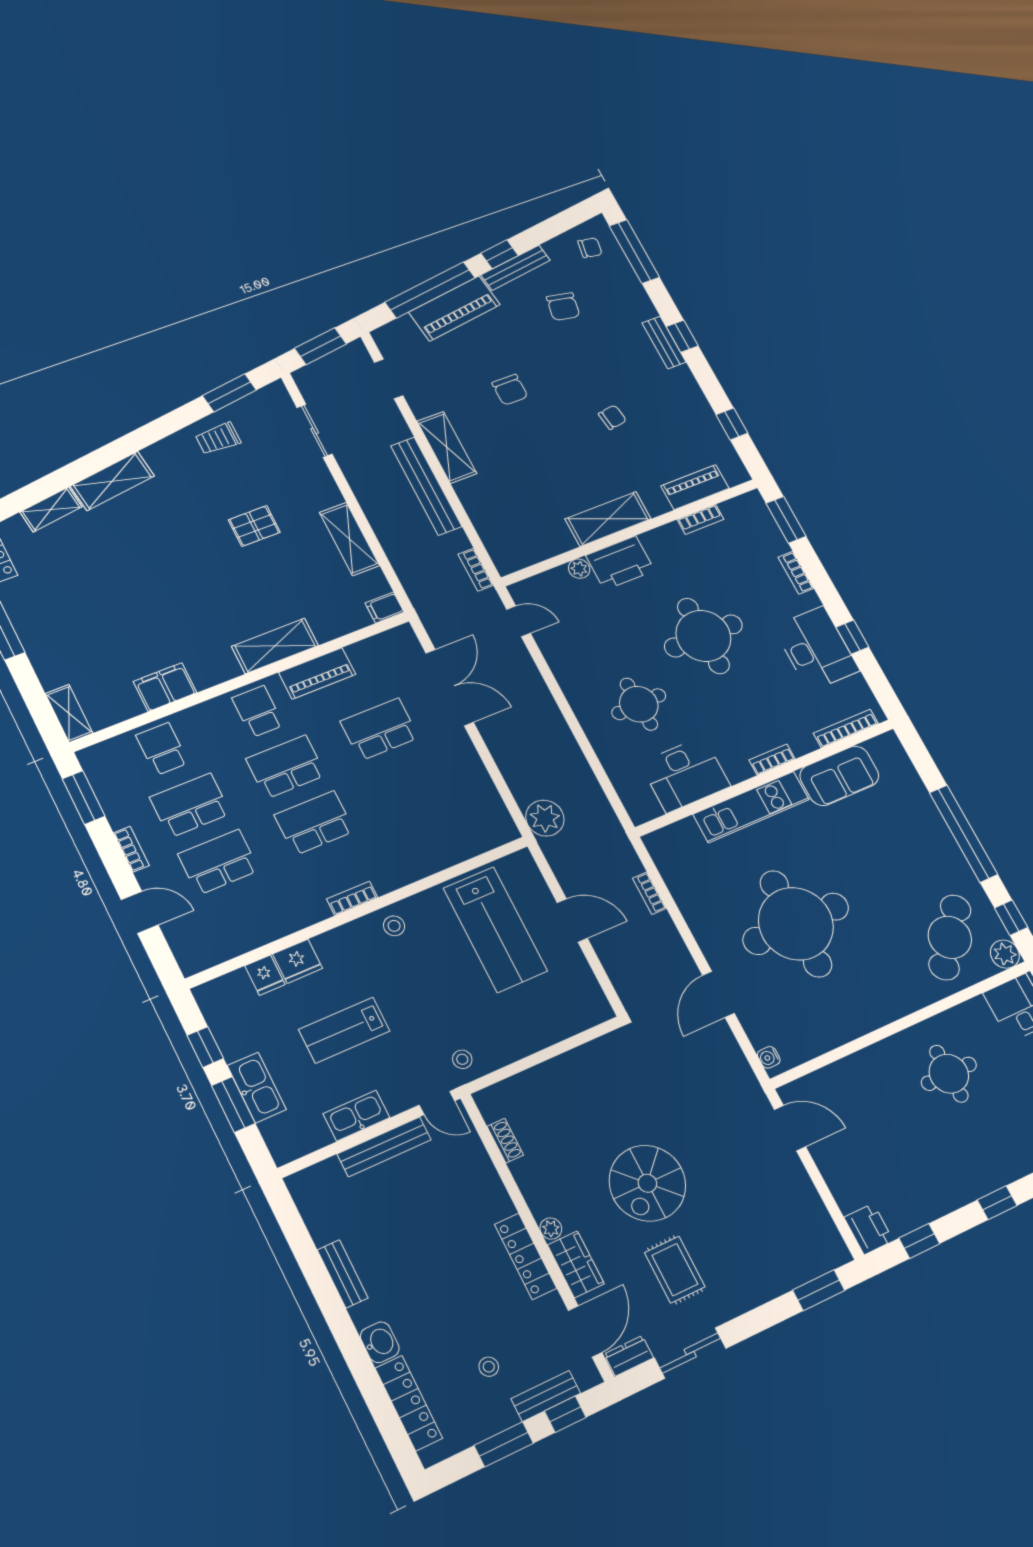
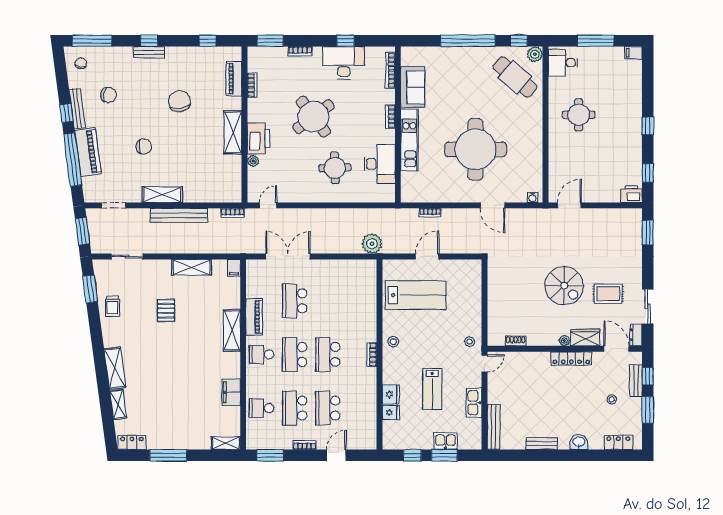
chair: (612, 417) -> (179, 101), width x1.87, depth x1.87
round table: (703, 636) -> (314, 117), turned -37
kitchen sink: (257, 1088) -> (445, 441), width x0.73
bench: (384, 1147) -> (494, 427), moved
locker: (409, 1403) -> (618, 442), width x0.66

